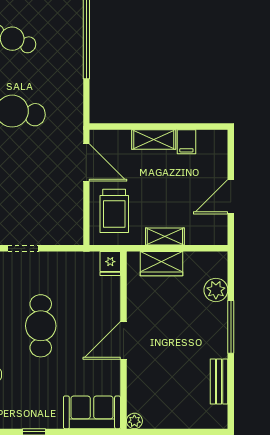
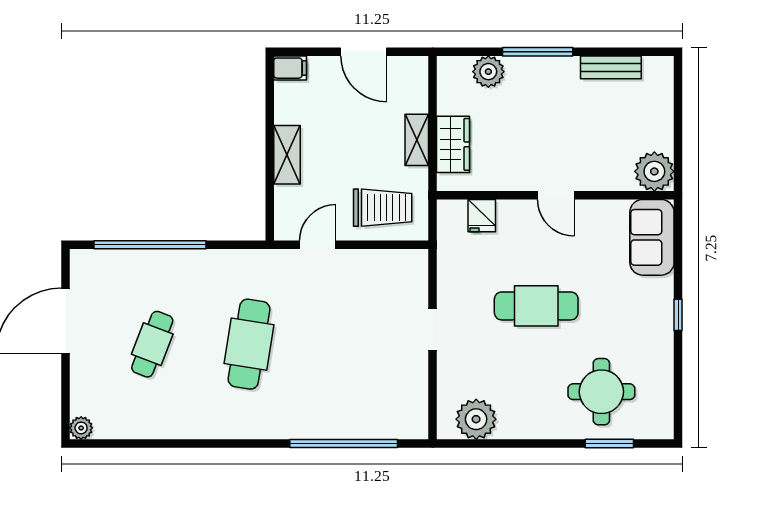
filing cabinet: (186, 142) -> (290, 68), moved
door: (86, 162) -> (318, 245), width x0.73
fridge: (110, 263) -> (482, 216), moved, turned 90
door: (124, 340) -> (556, 195), width x0.73
plant: (134, 421) -> (654, 171), width x1.88, depth x1.88

